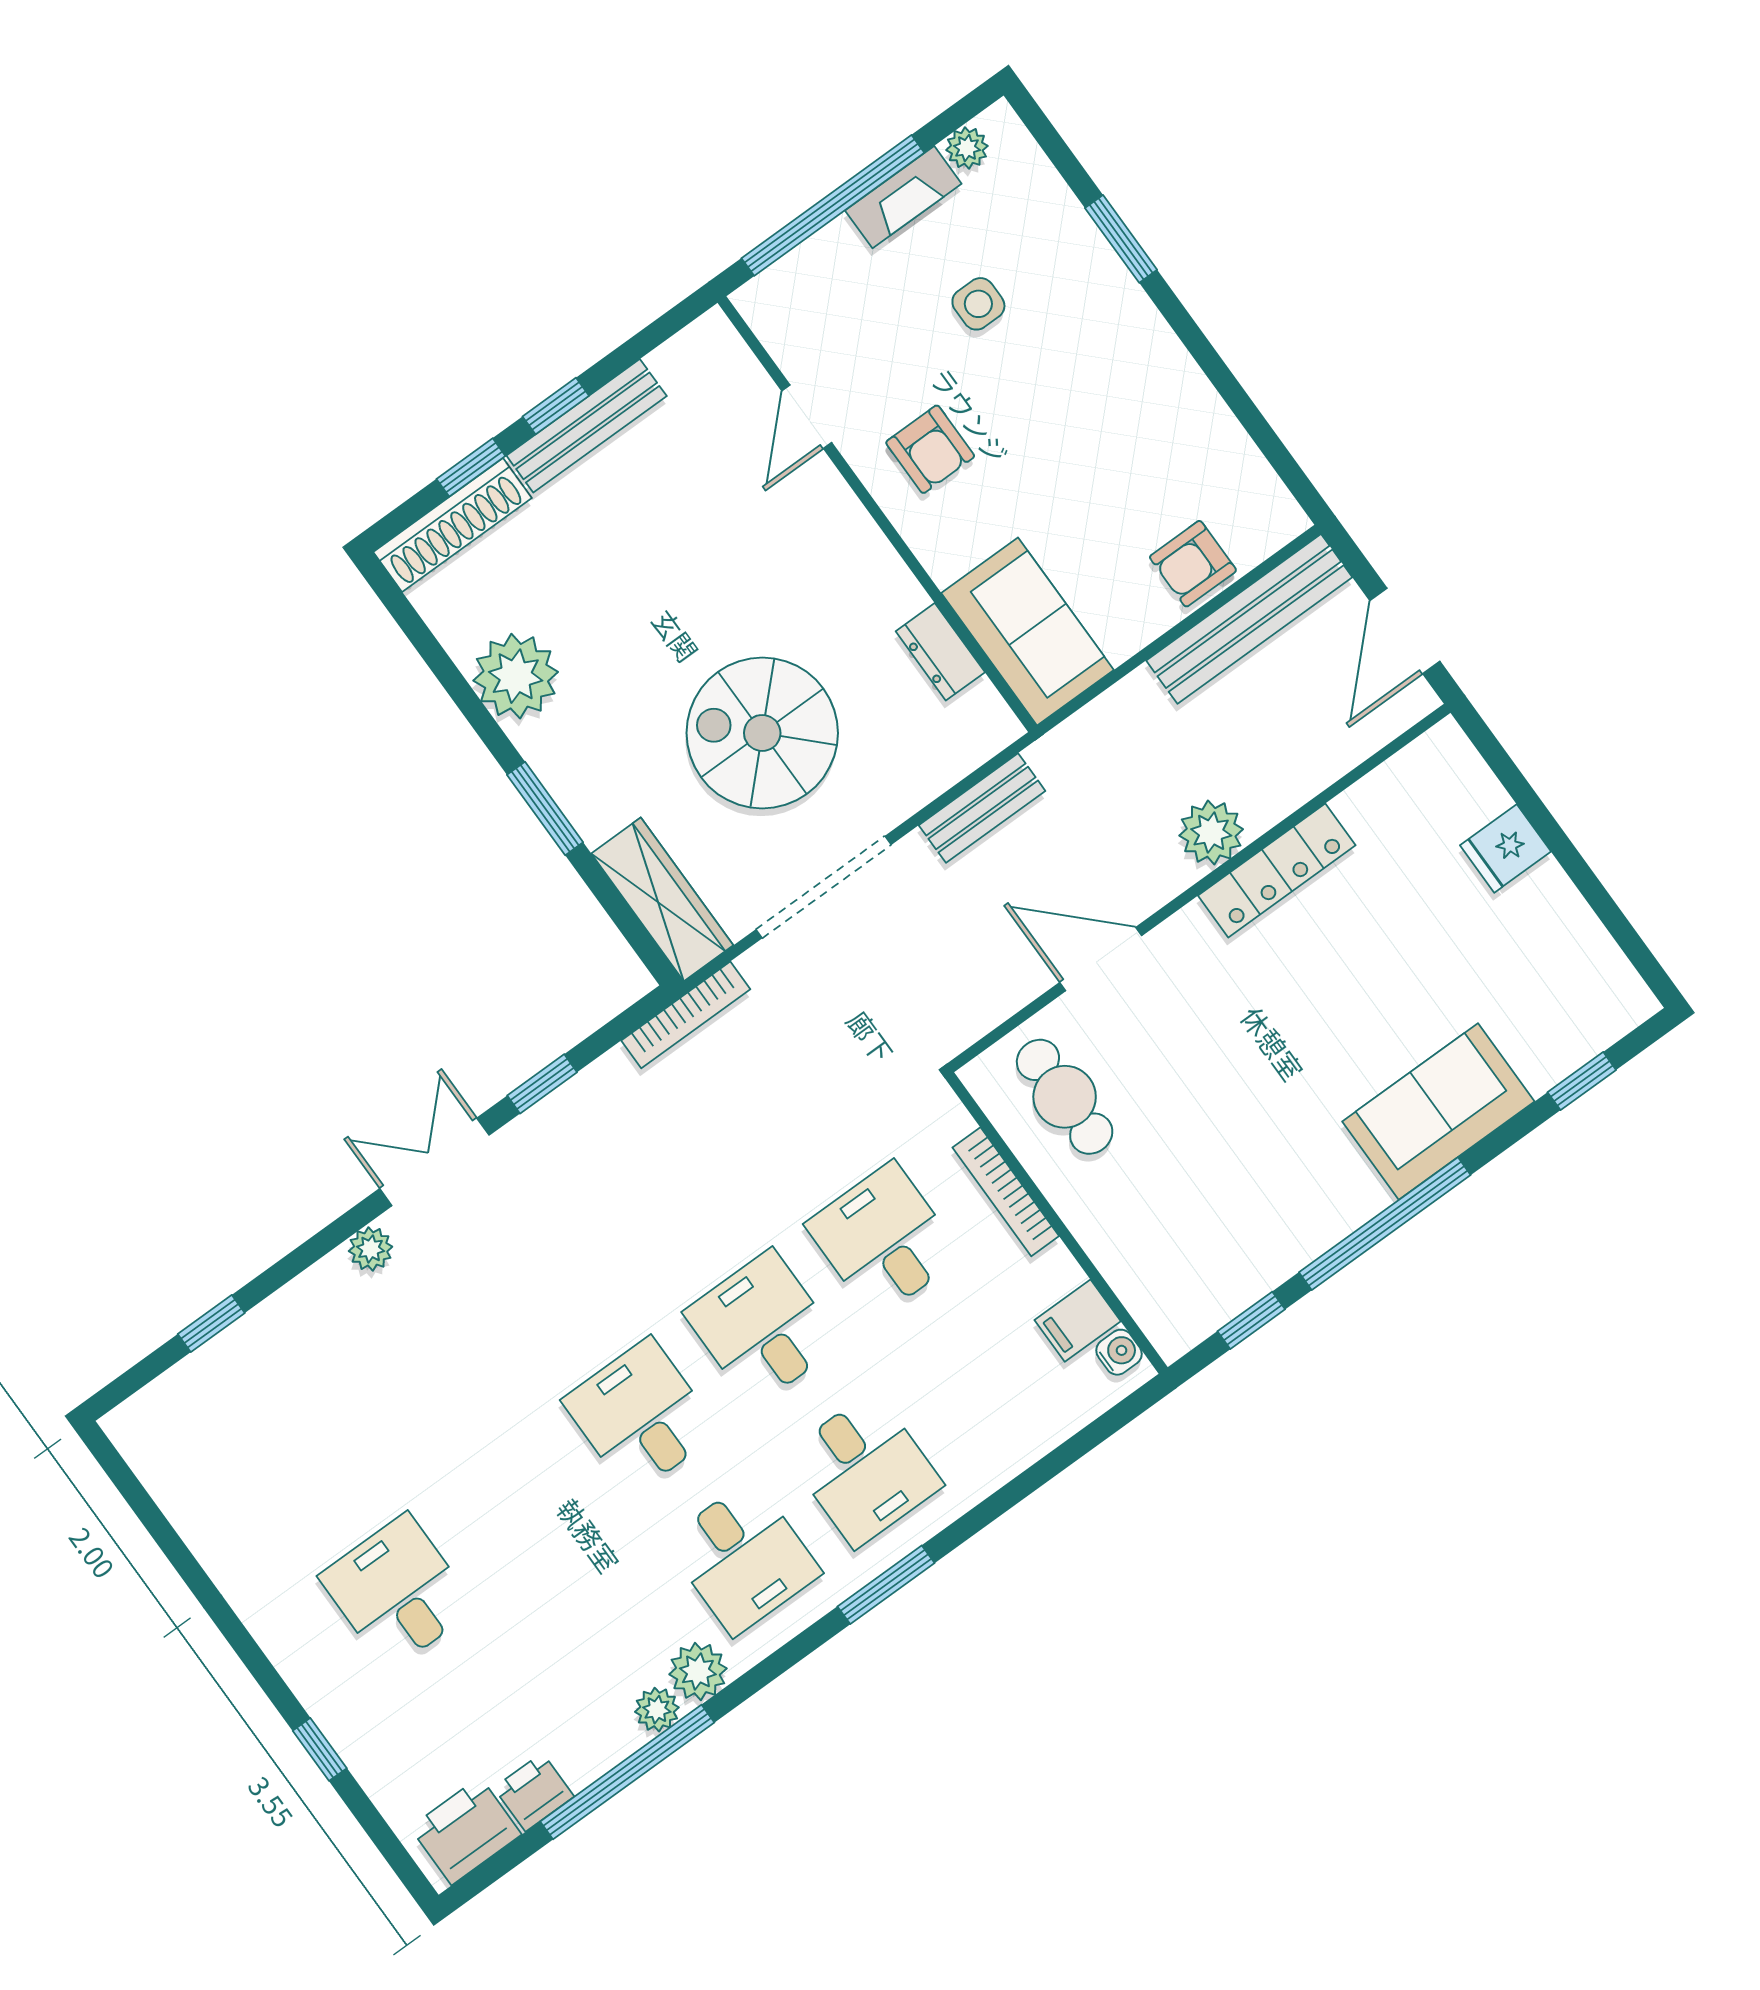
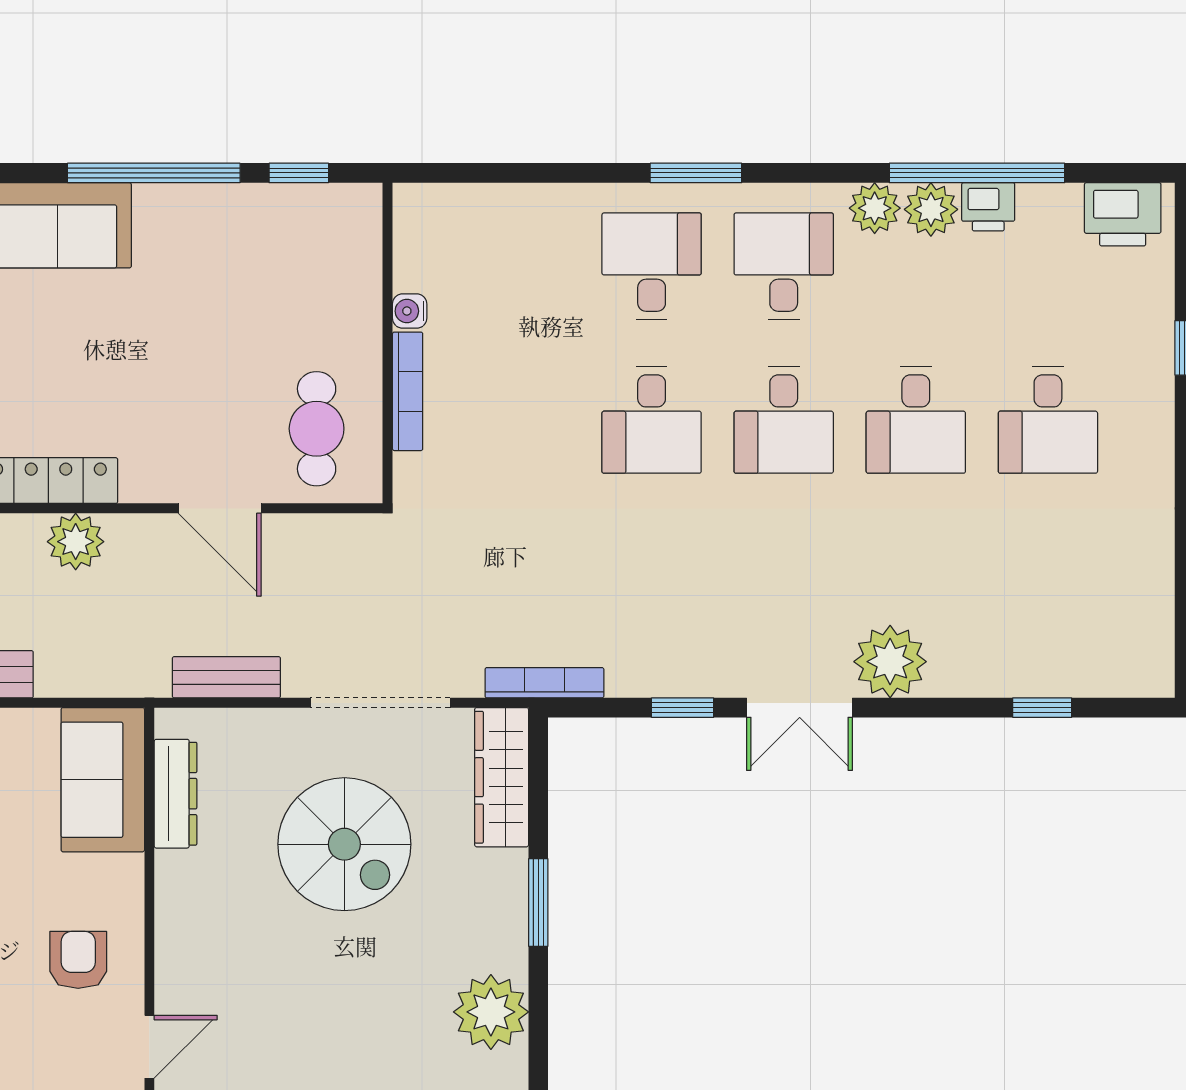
dresser: (940, 652) -> (175, 794), width x1.44
desk: (884, 1240) -> (916, 420), moved
plant: (371, 1249) -> (890, 662), width x1.88, depth x1.88
filing cabinet: (1078, 1321) -> (423, 262), removed
water cooler: (1119, 1352) -> (410, 311), moved
plant: (657, 1710) -> (931, 209), width x1.38, depth x1.38
printer: (534, 1792) -> (988, 207), moved

